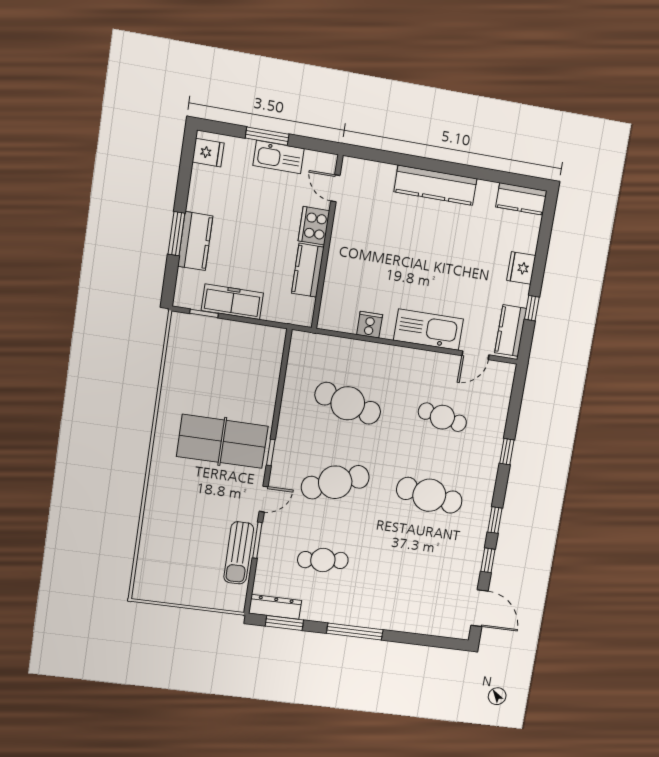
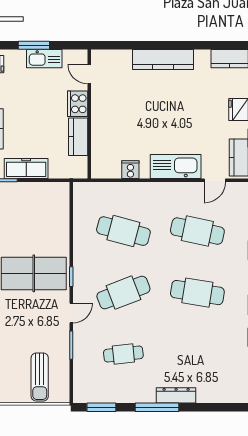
cafe table: (442, 417) -> (197, 231), width x1.37, depth x1.35
sun lounger: (239, 553) -> (40, 377), moved
dresser: (275, 607) -> (176, 395), moved

